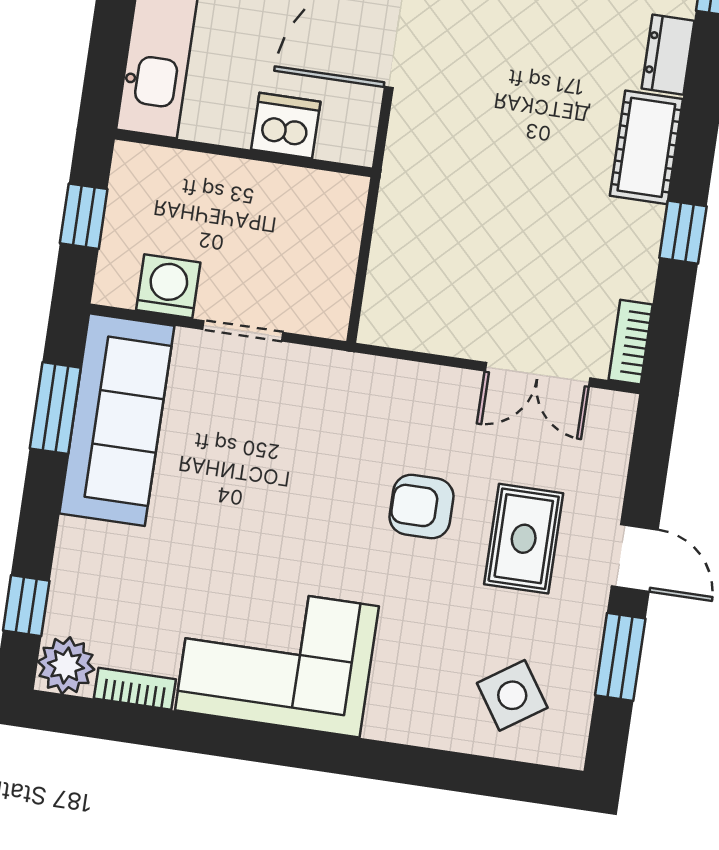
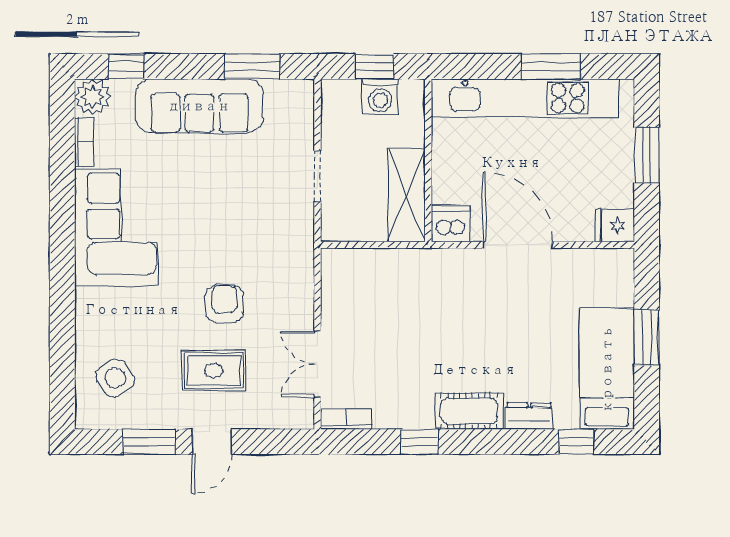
dishwasher: (286, 126) -> (451, 224), moved, turned -90
shelving: (293, 196) -> (407, 195), added
washing machine: (168, 286) -> (380, 97), moved, turned 90
sofa: (117, 420) -> (199, 106), moved

